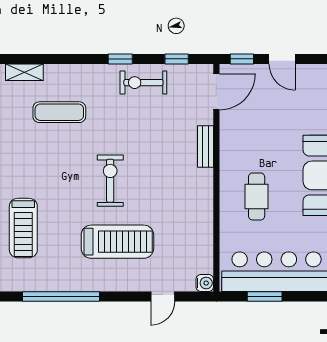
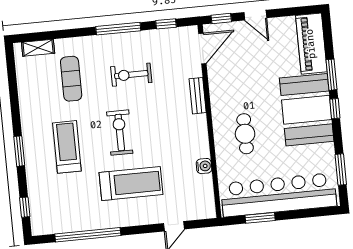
window: (120, 59) -> (118, 29), width x2.17
exercise bike: (143, 83) -> (131, 75), moved
exercise mat: (59, 112) -> (71, 79), turned 90
treadmill: (23, 228) -> (67, 147), moved, turned 180
water cooler: (205, 283) -> (204, 166), moved

